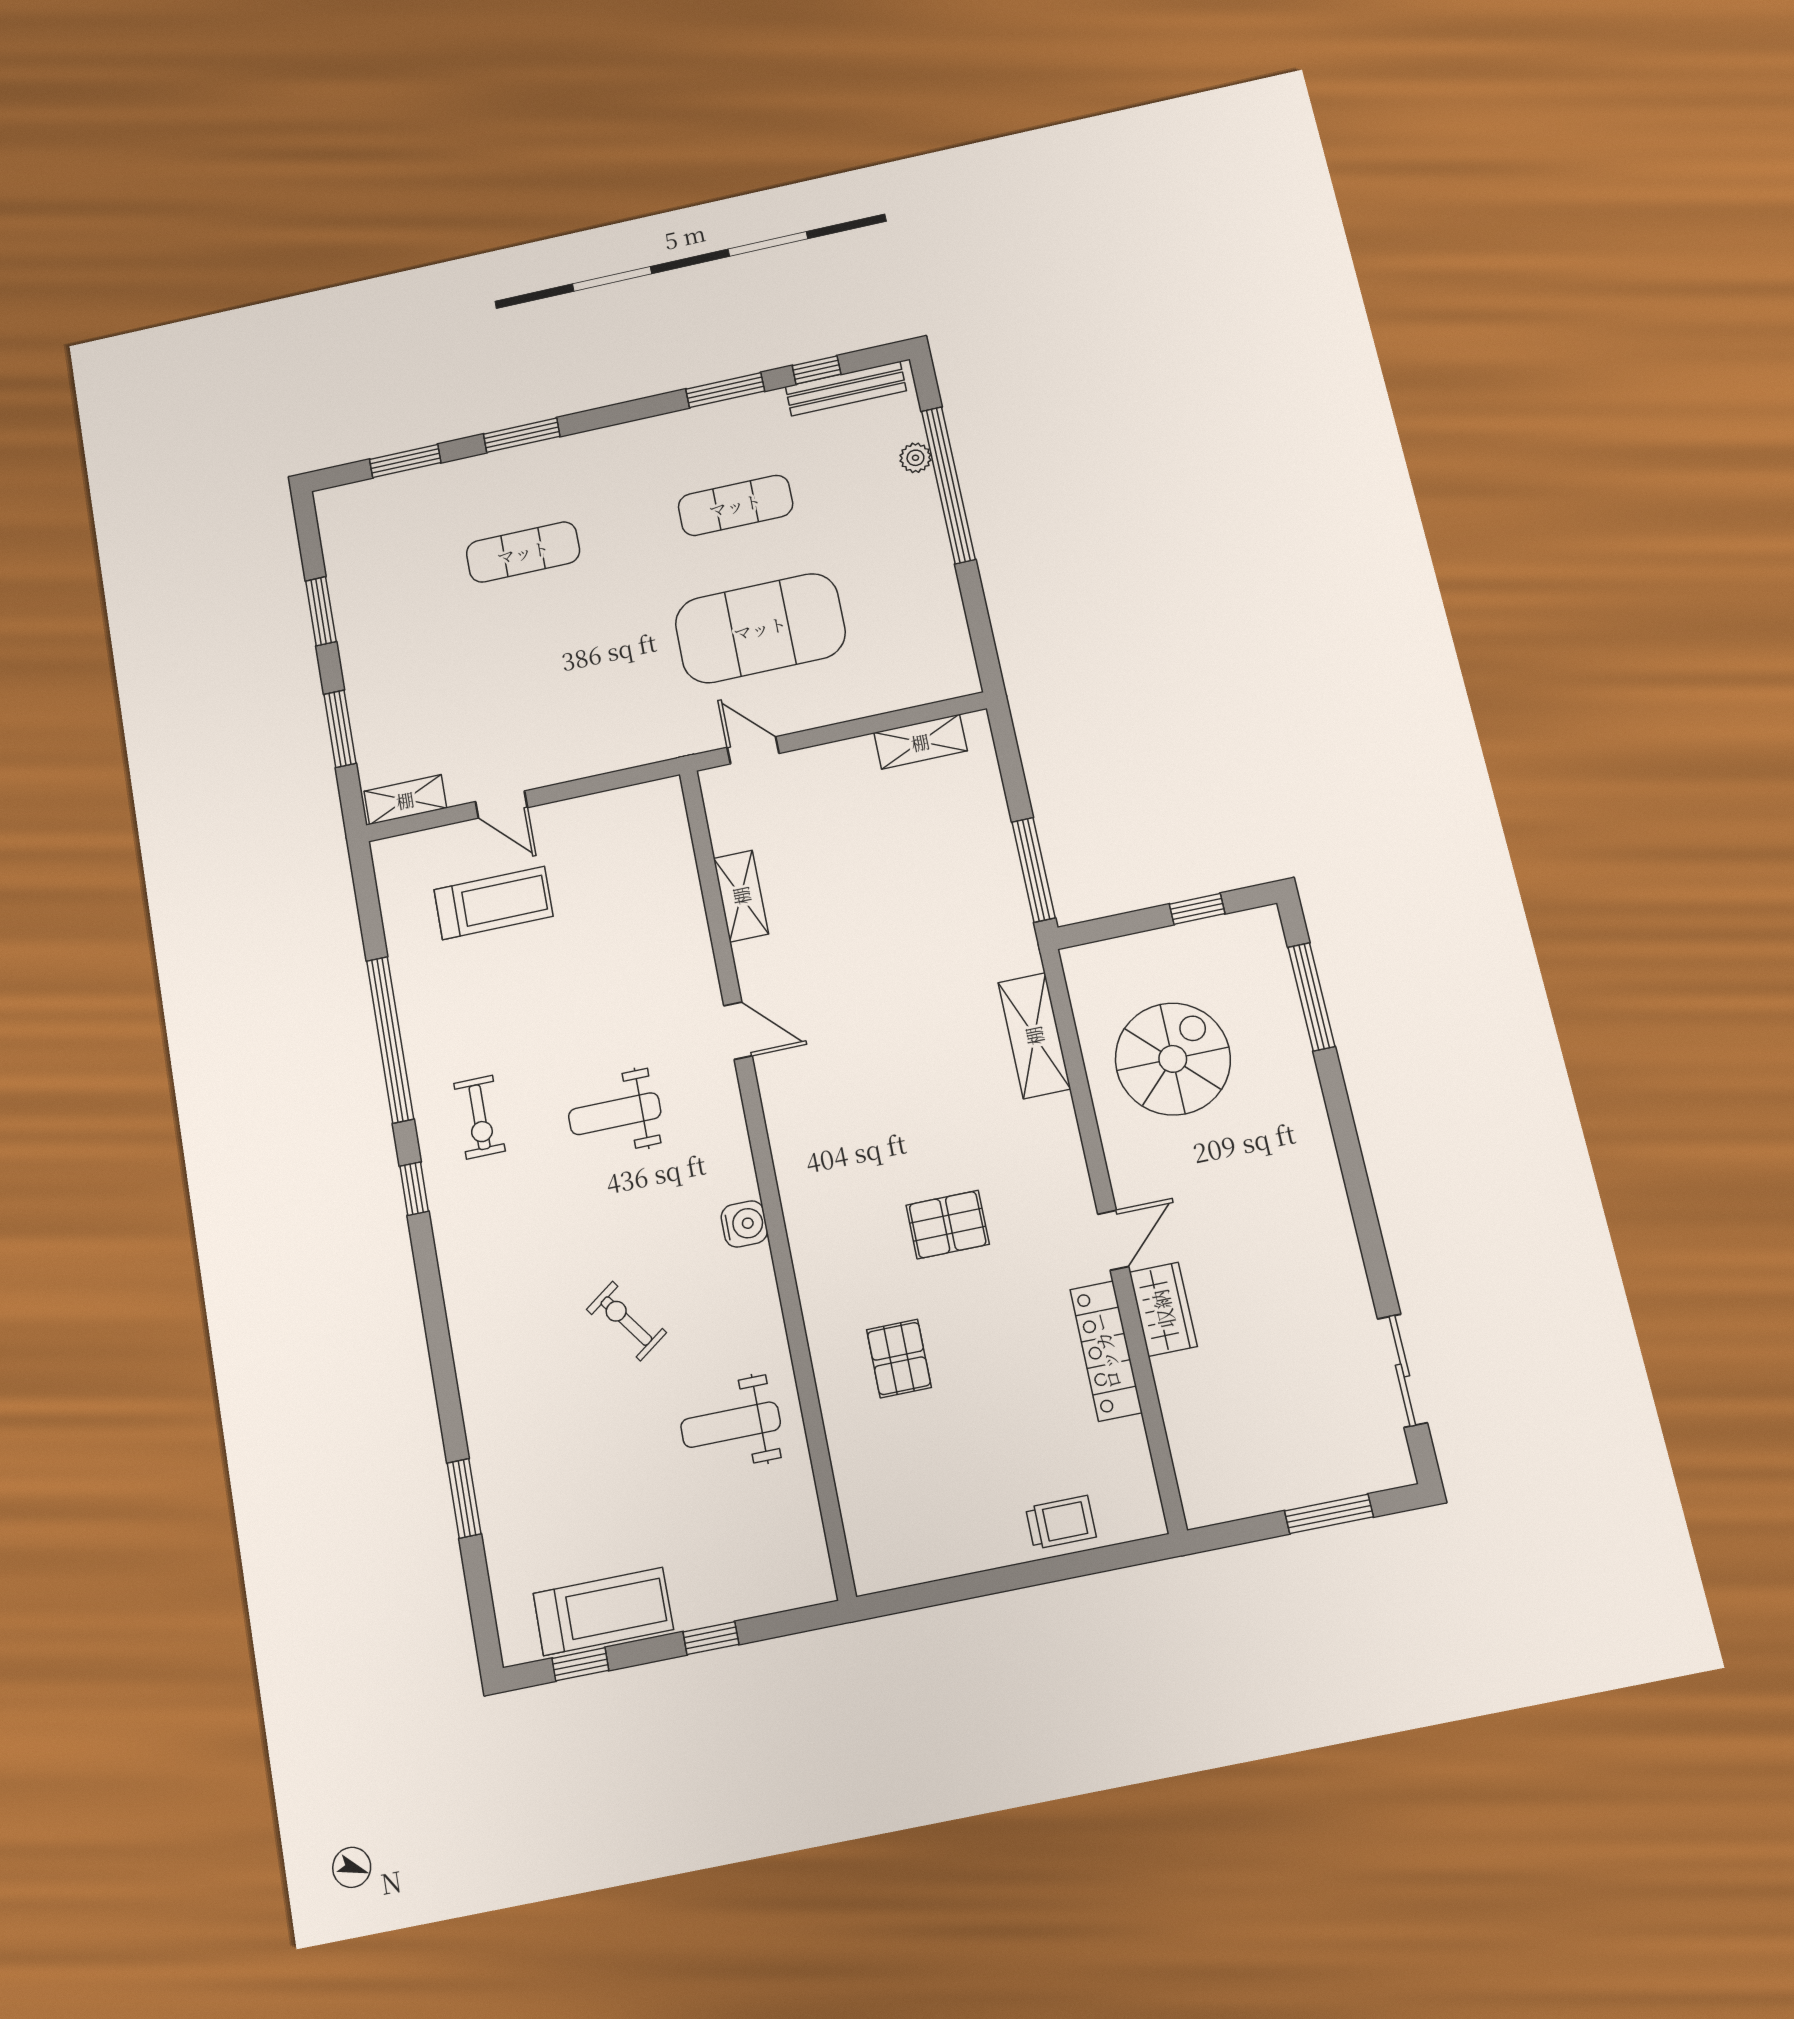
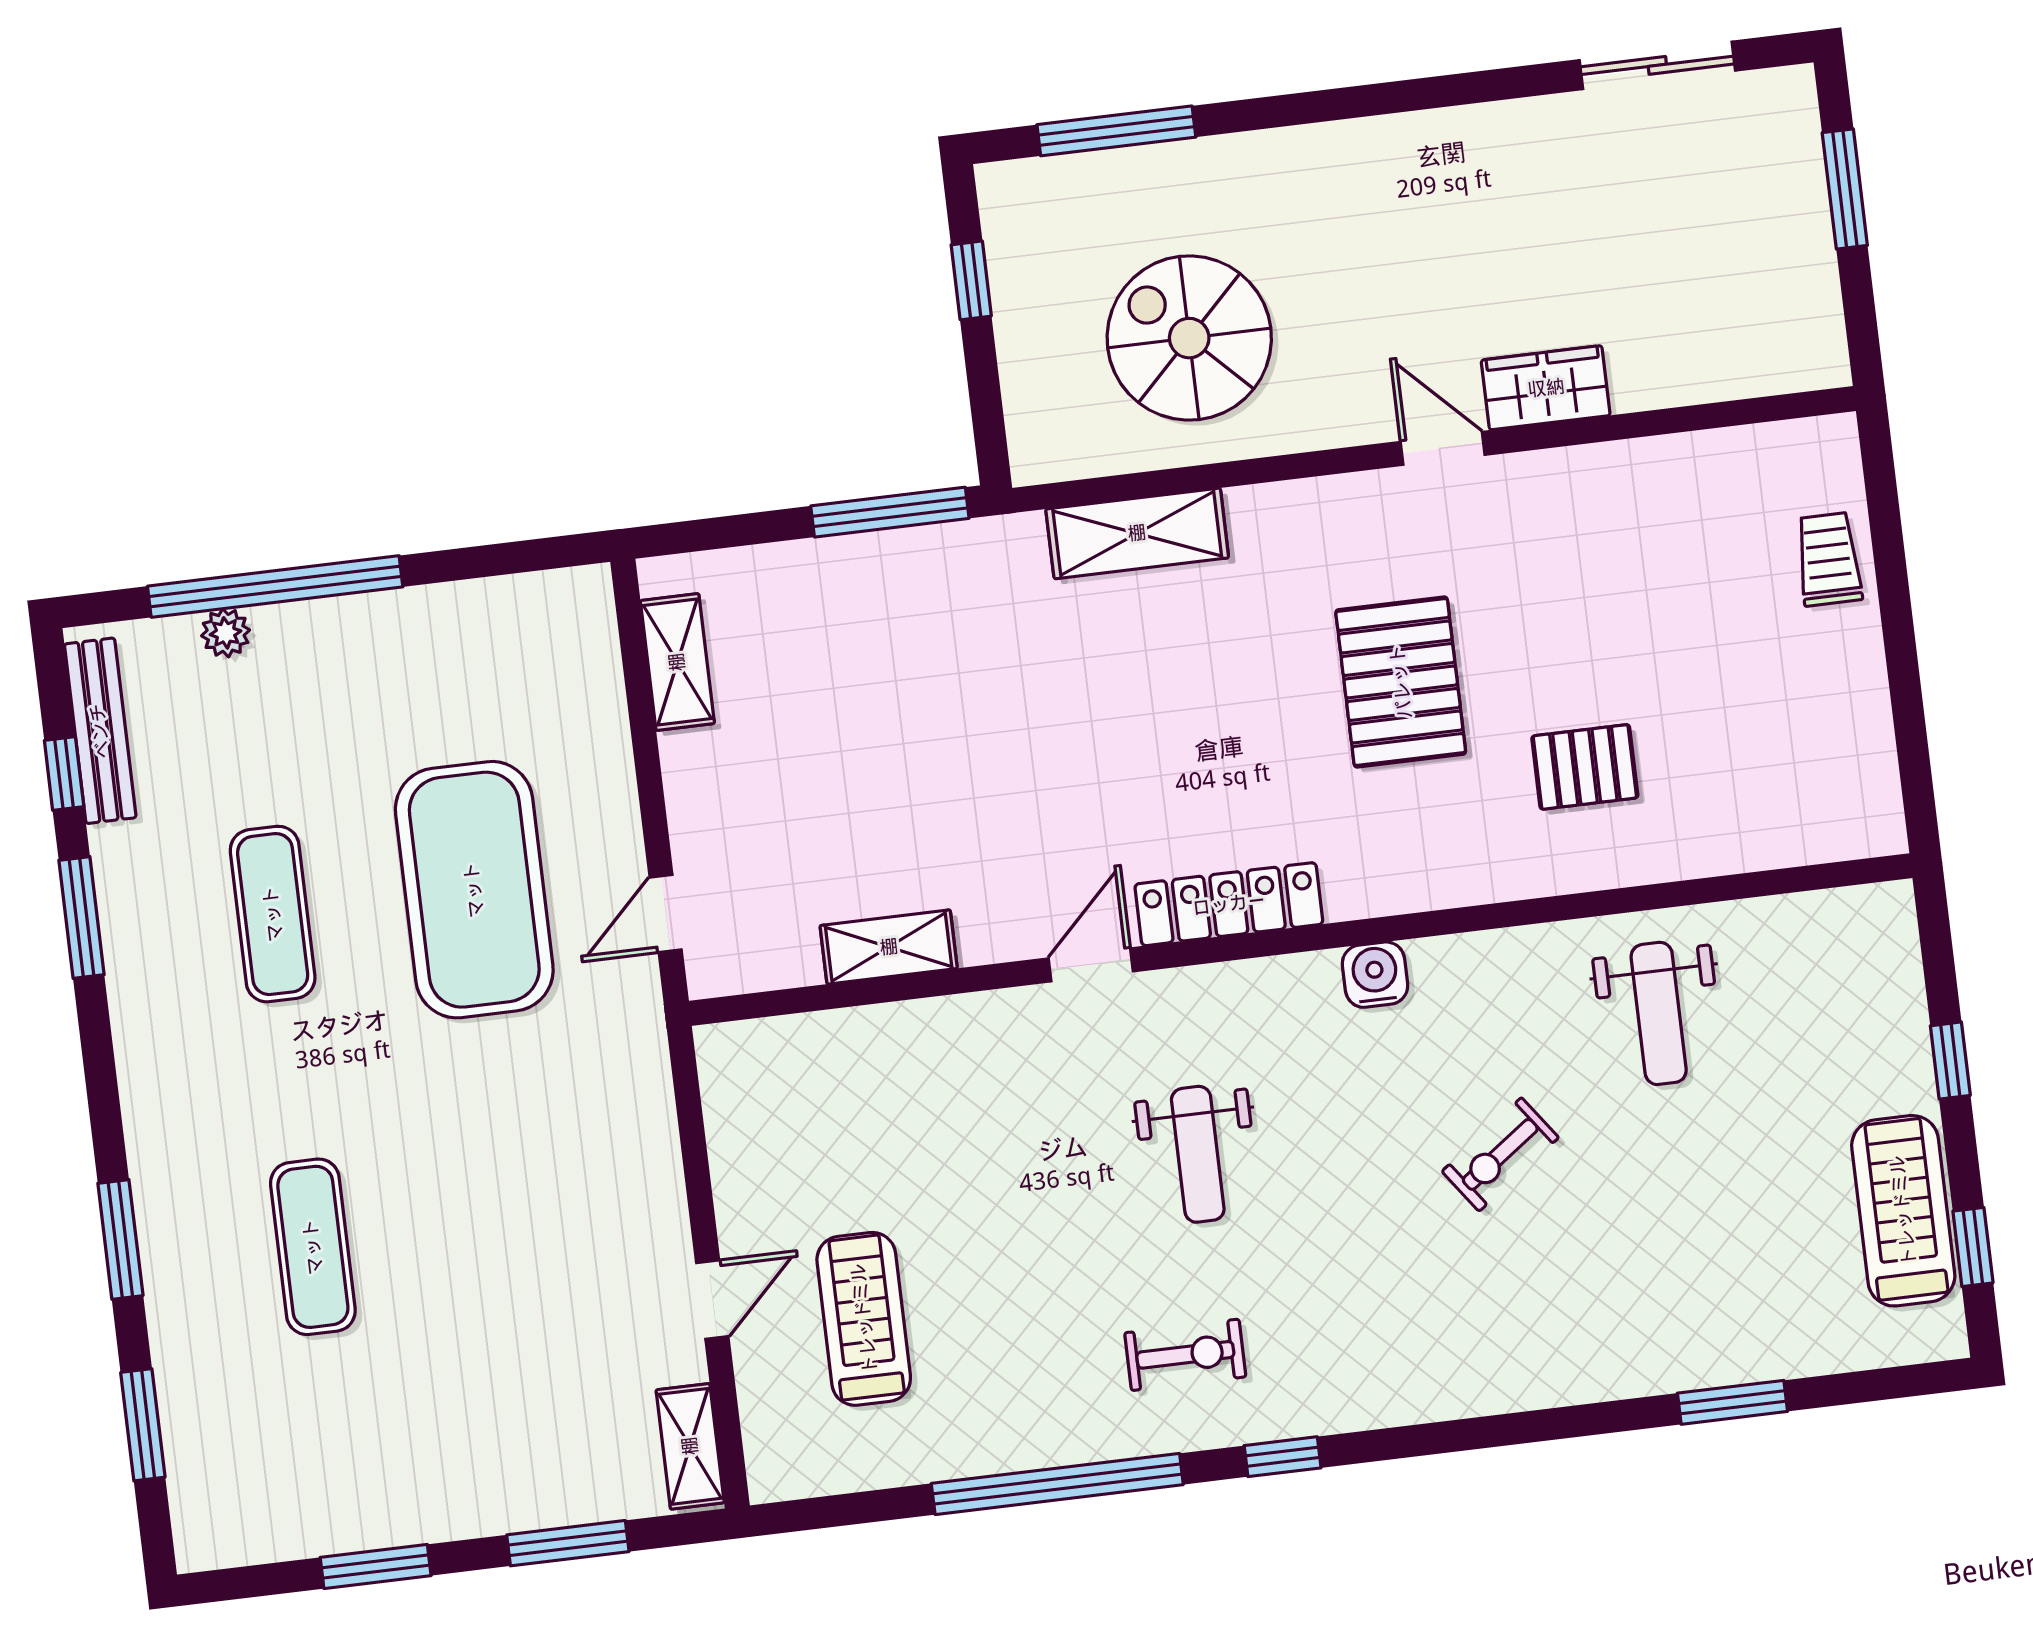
pallet: (948, 1225) -> (1401, 682), width x1.50, depth x1.42
locker: (1106, 1351) -> (1229, 904), moved, turned 180

